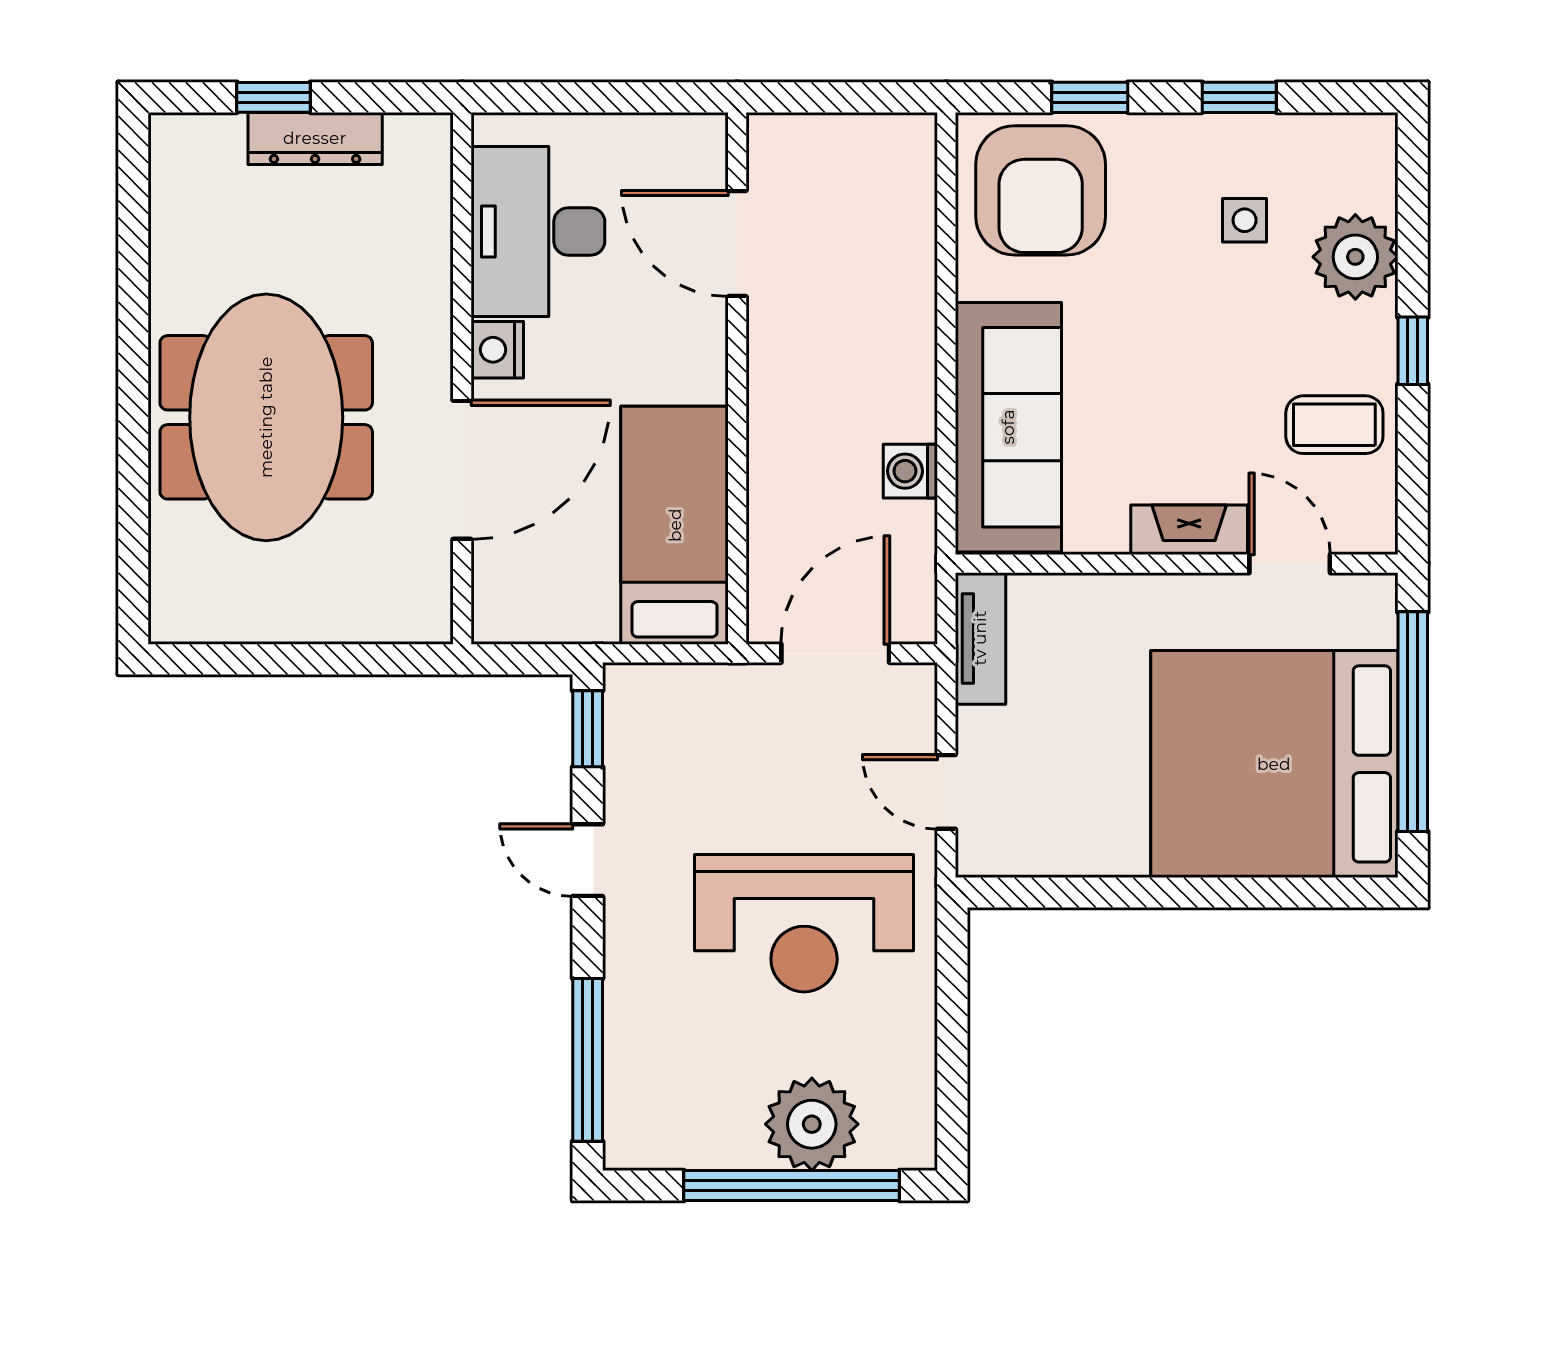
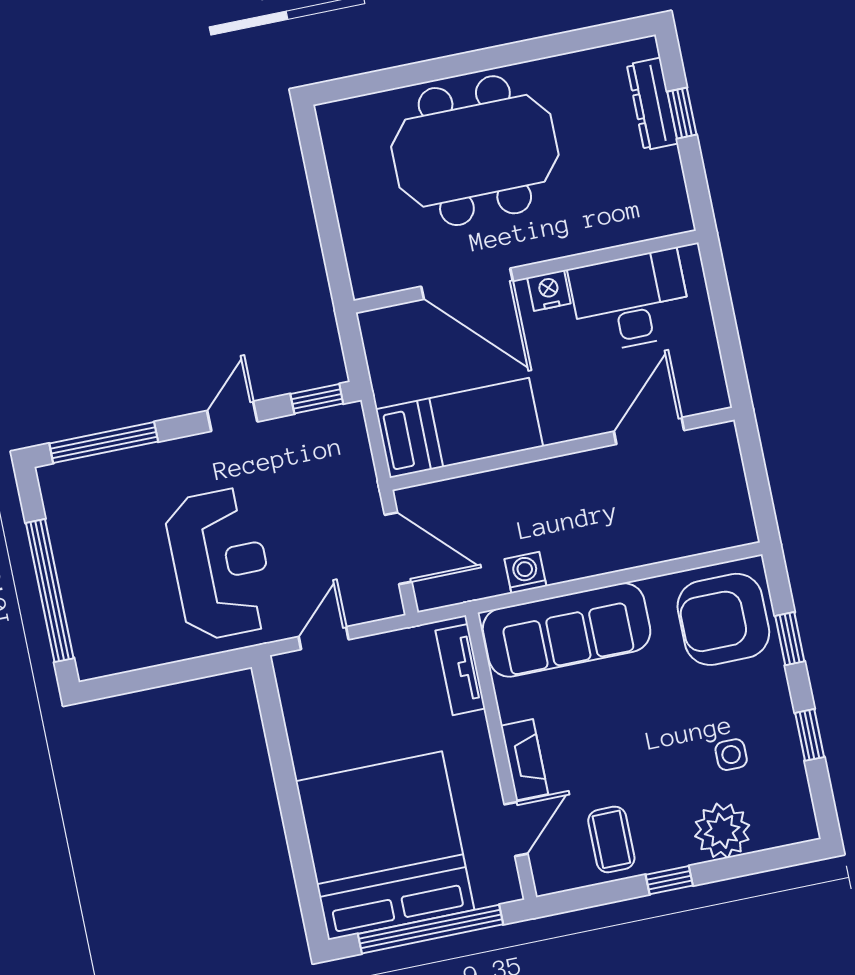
dresser: (315, 138) -> (652, 104), moved
tv unit: (980, 638) -> (460, 670), moved, turned 90
reception desk: (804, 923) -> (220, 564), turned 180
plant: (812, 1124) -> (92, 595), removed

